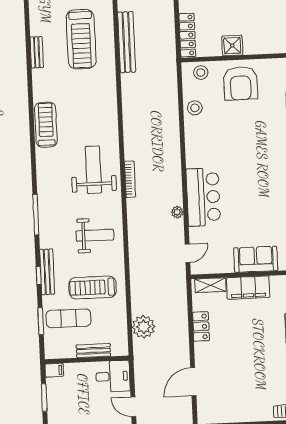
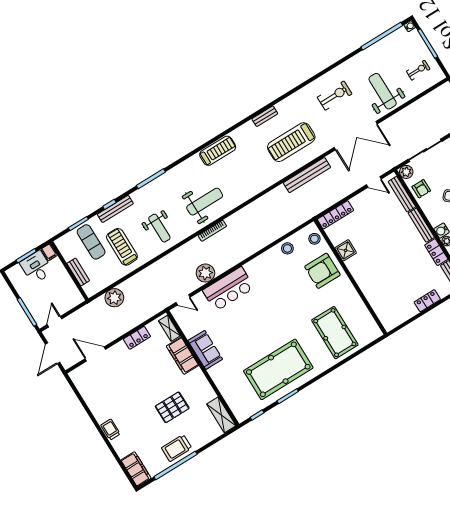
plant: (177, 212) -> (205, 273), width x1.88, depth x1.88
desk: (113, 376) -> (37, 267), moved, turned 180

